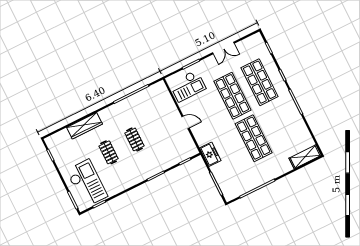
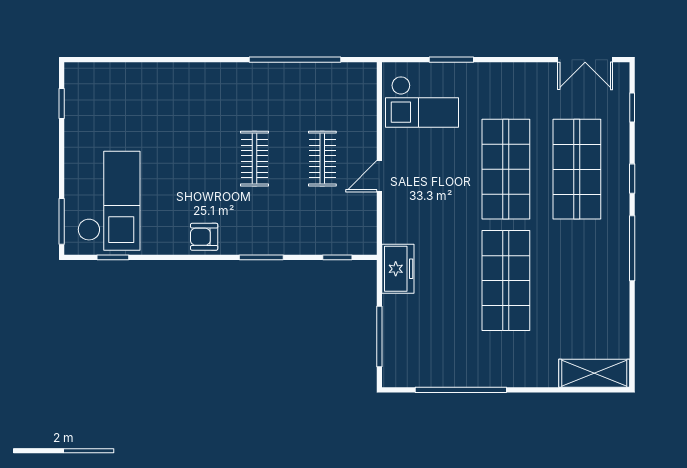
double door: (223, 48) -> (585, 60), moved
door: (186, 122) -> (379, 176), swing flipped
wardrobe: (84, 126) -> (164, 77), removed
clothes rail: (109, 152) -> (322, 159), moved
armchair: (130, 179) -> (204, 237), added

